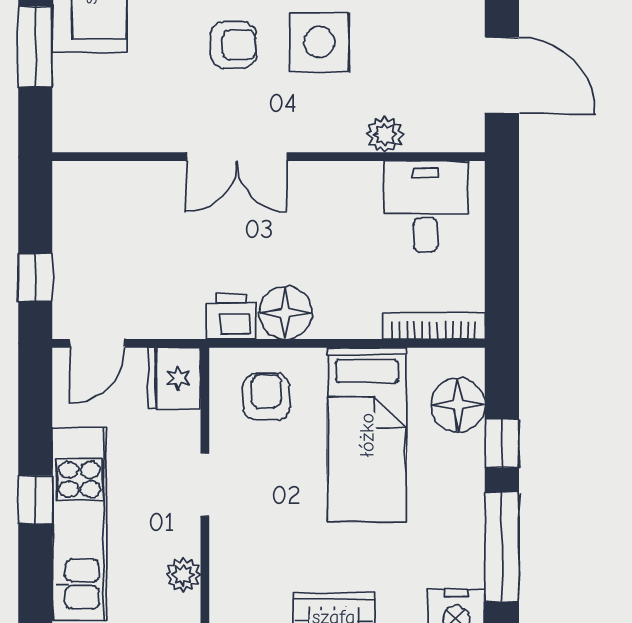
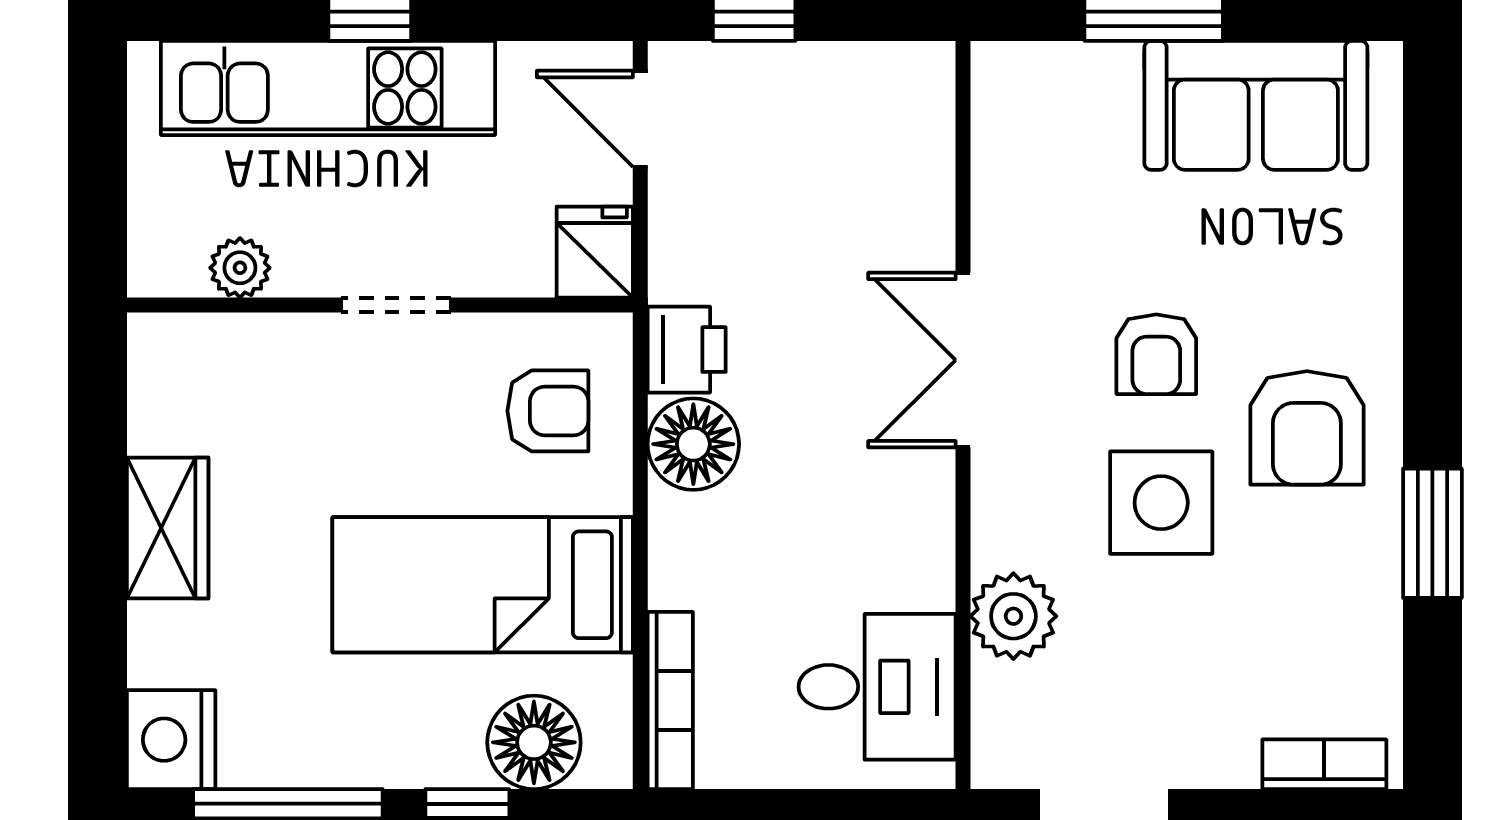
plant: (385, 134) -> (1013, 616), width x1.38, depth x1.38
fridge: (174, 378) -> (595, 252), width x0.72

